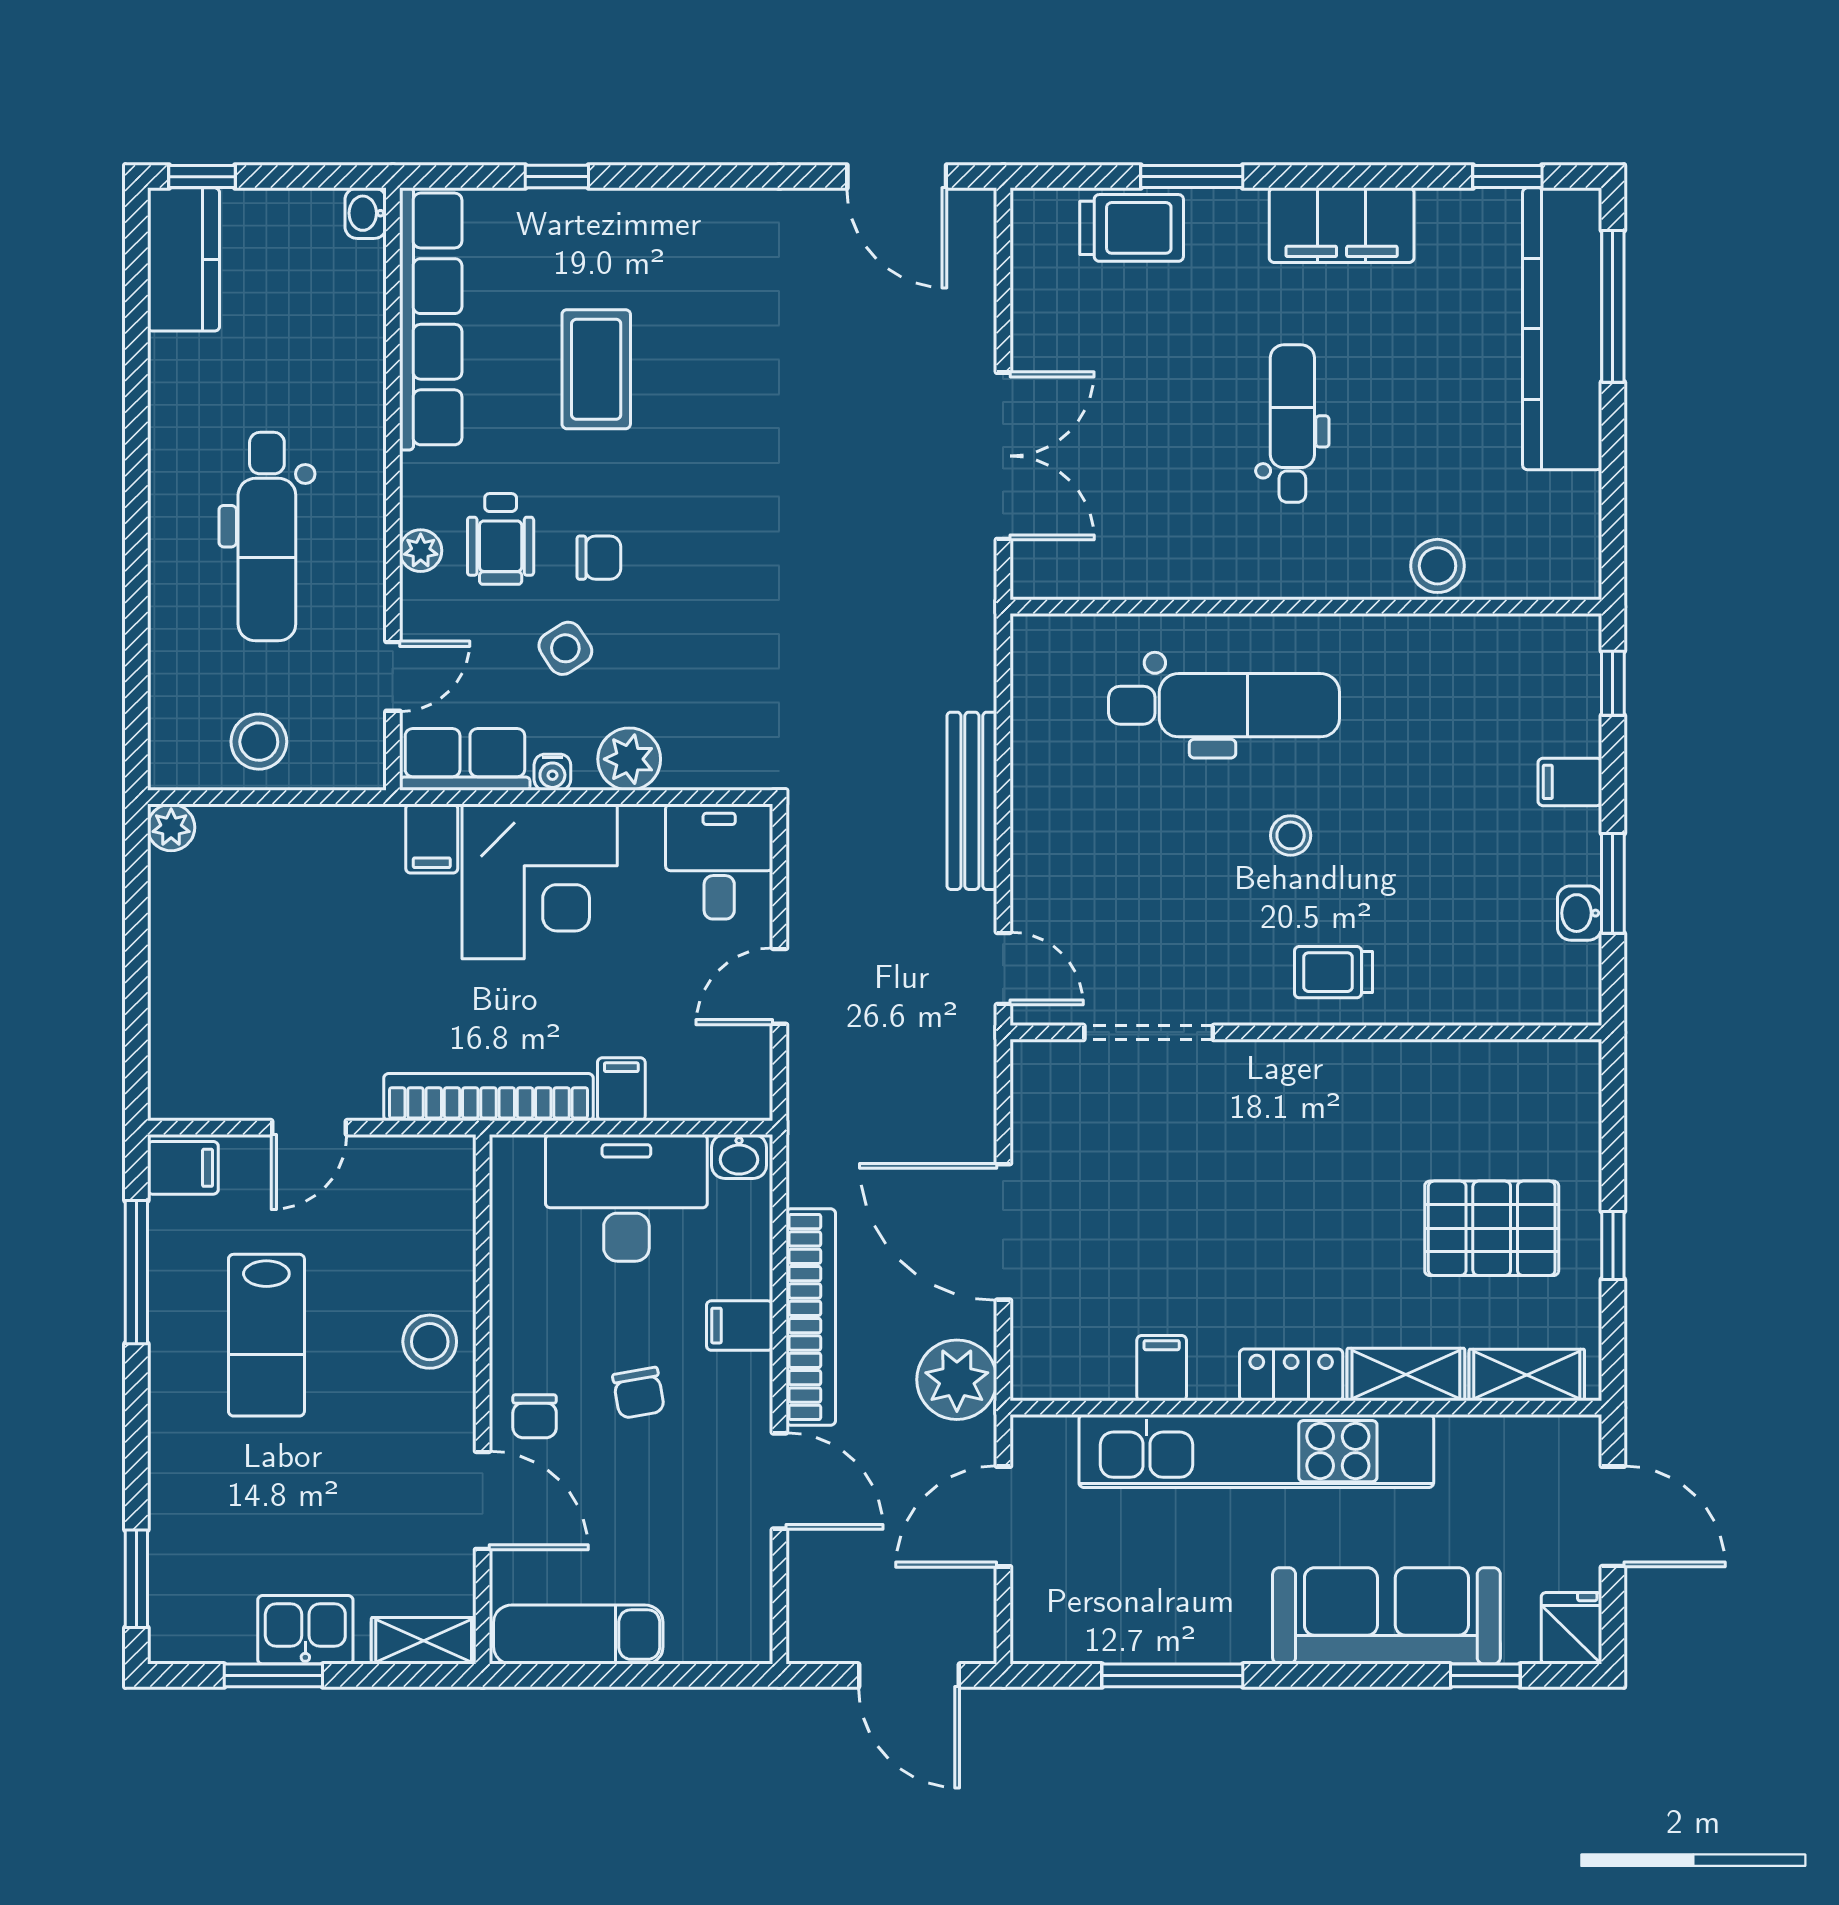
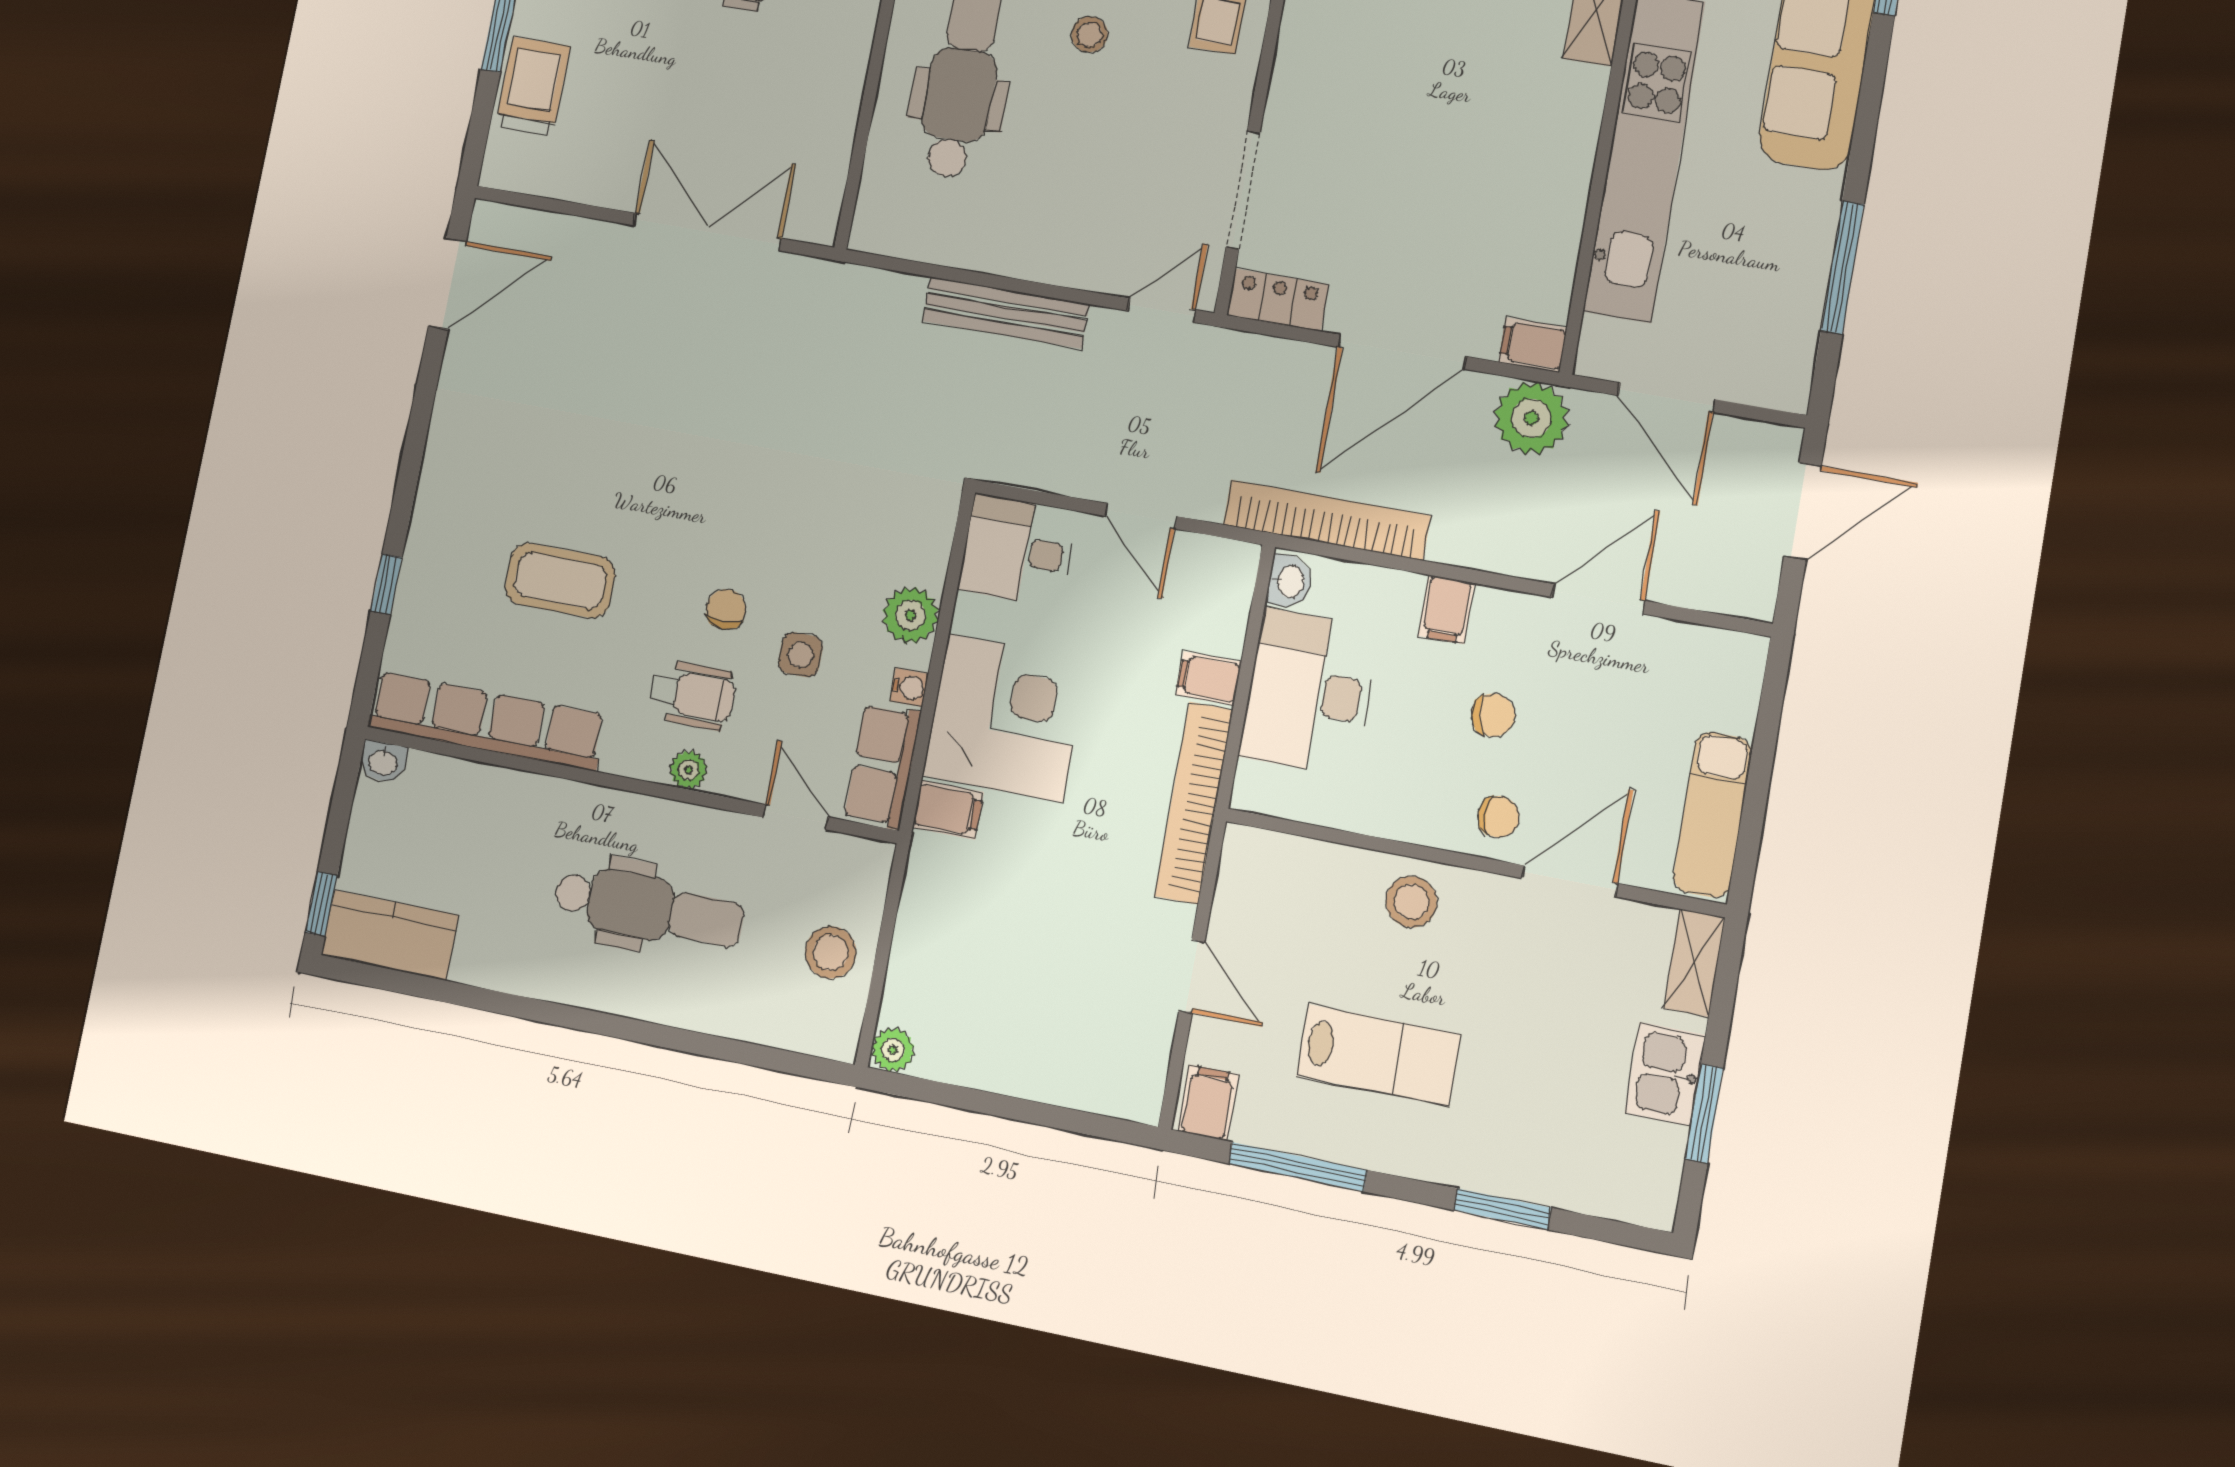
side table: (565, 648) -> (801, 655), turned 33
bookcase: (811, 1317) -> (1327, 520), moved
filing cabinet: (1162, 1368) -> (1533, 345), moved
locker: (1291, 1375) -> (1278, 300), moved, turned 90
window: (136, 1579) -> (1502, 1209), moved

